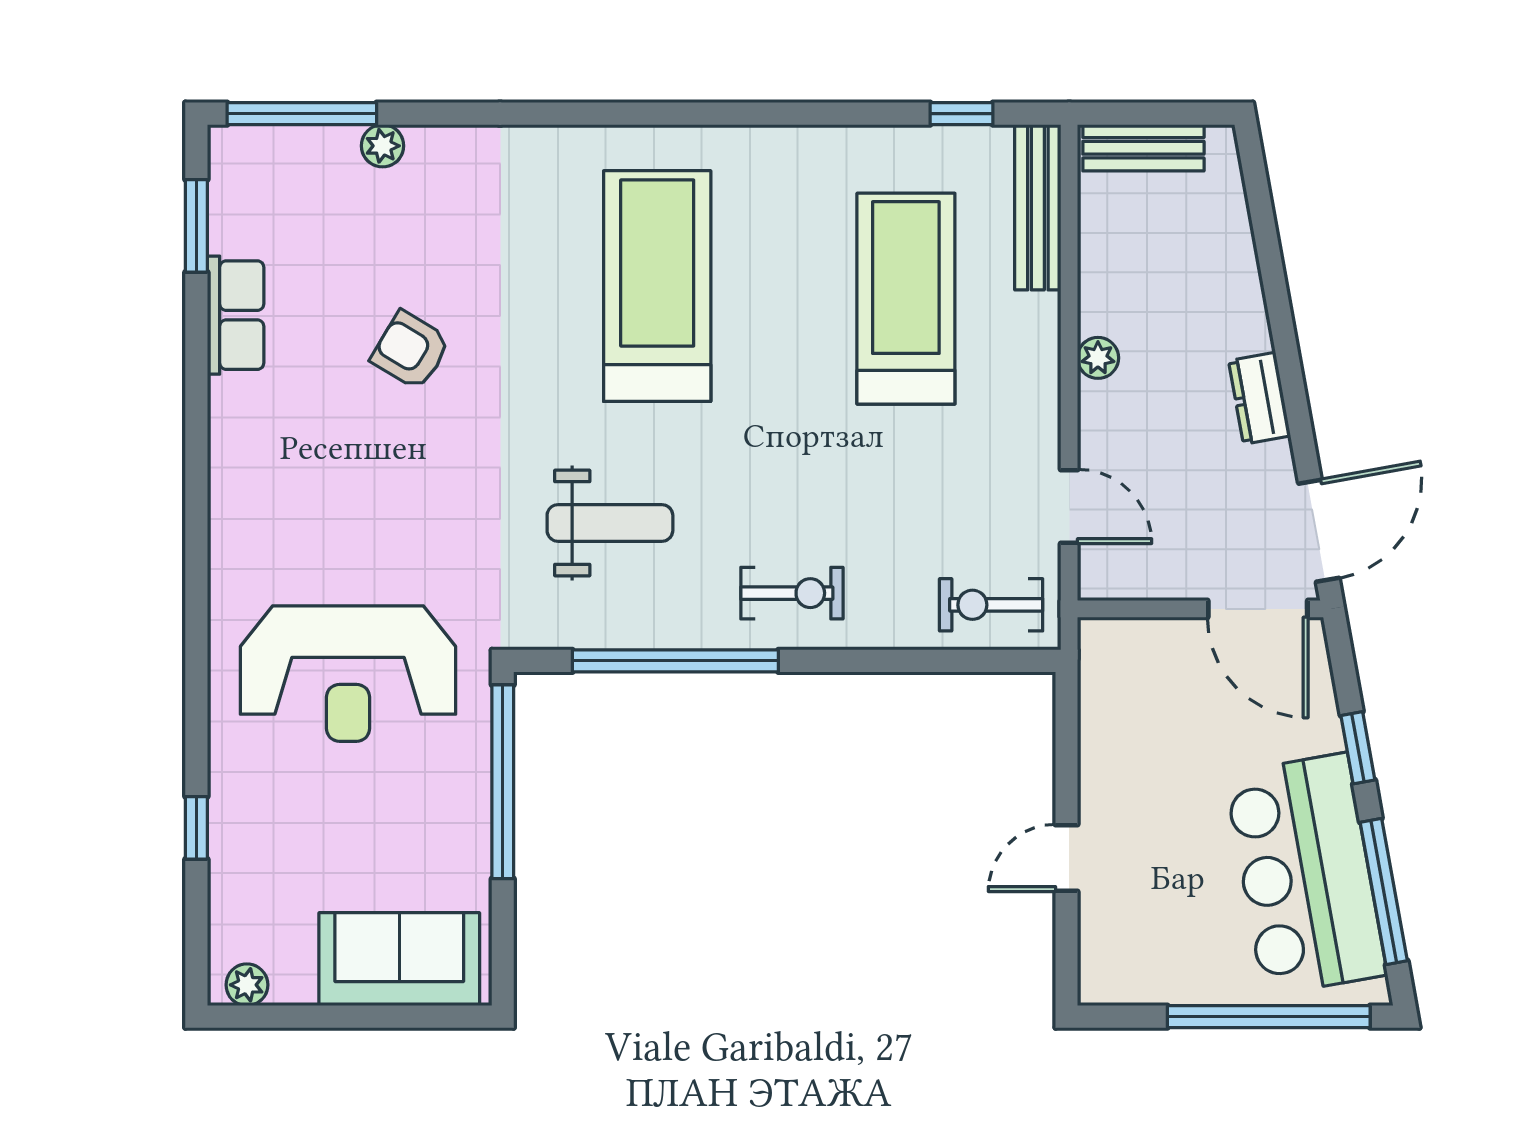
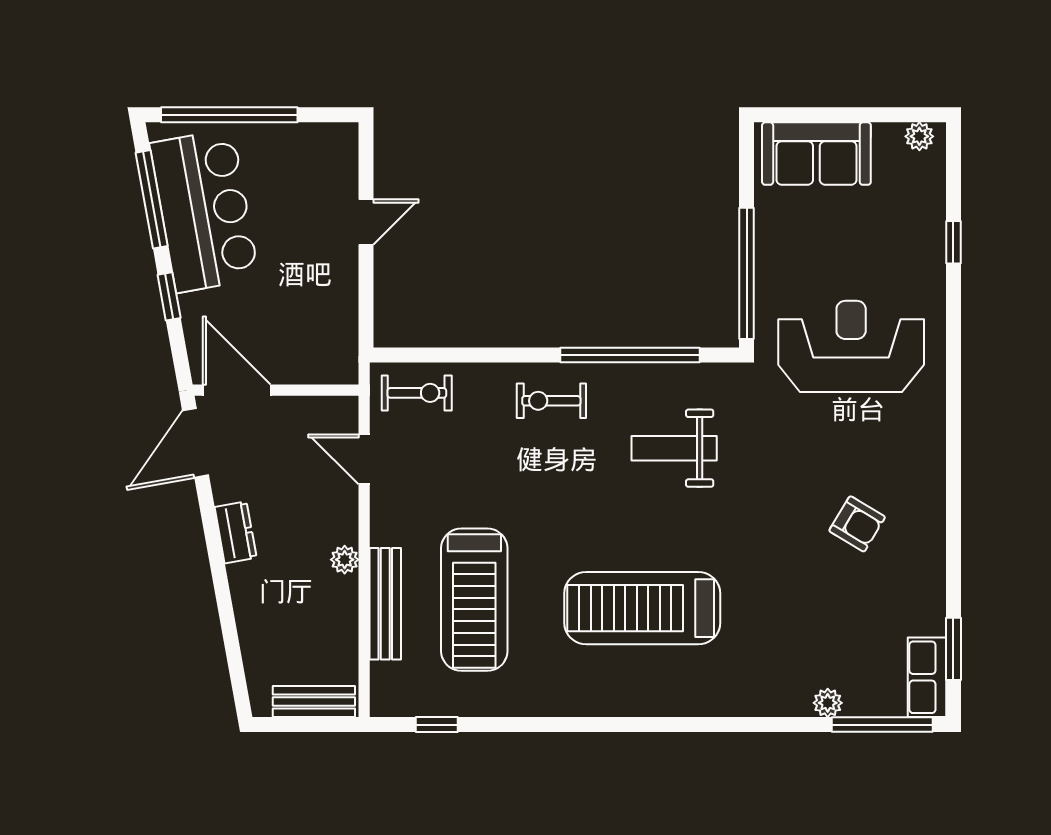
bench: (1038, 207) -> (385, 604), moved
treadmill: (657, 286) -> (642, 608), turned 90
row of seats: (236, 315) -> (927, 677), moved
armchair: (411, 350) -> (857, 524), moved

